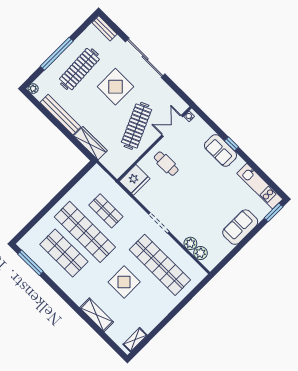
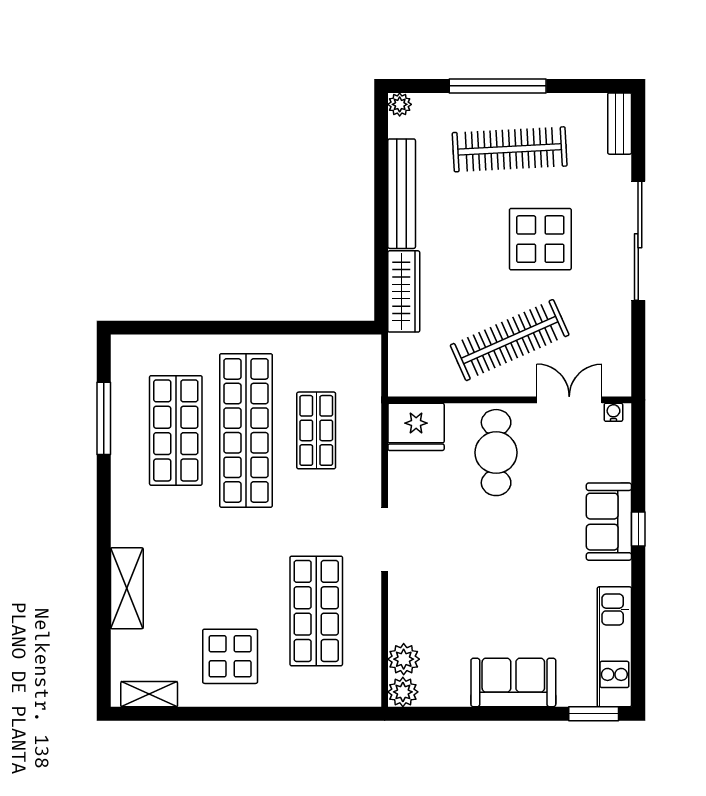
cafe table: (166, 164) -> (496, 453), width x1.37, depth x1.35
plant: (190, 243) -> (403, 692), moved
window: (31, 263) -> (104, 418), moved
shop shelf: (160, 265) -> (316, 611), width x0.71
display table: (124, 282) -> (230, 656), moved

